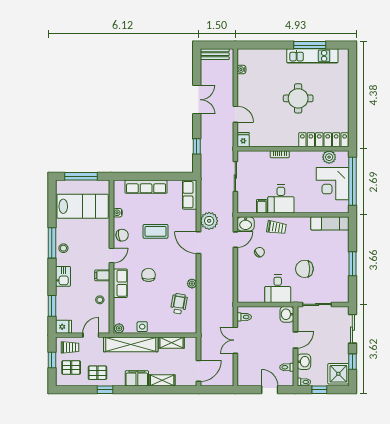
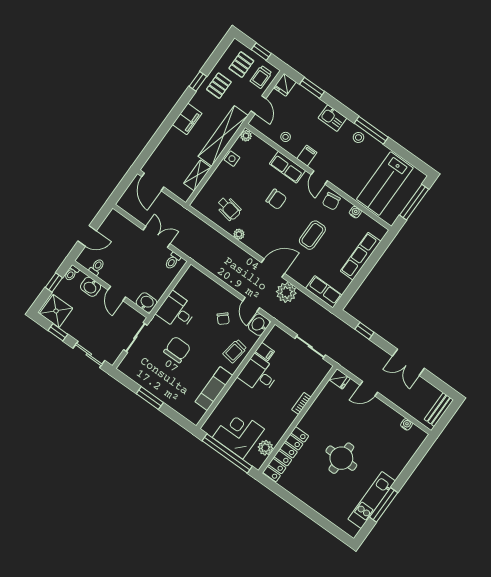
exam couch: (330, 223) -> (214, 389), moved
shelving: (162, 380) -> (168, 141), removed

